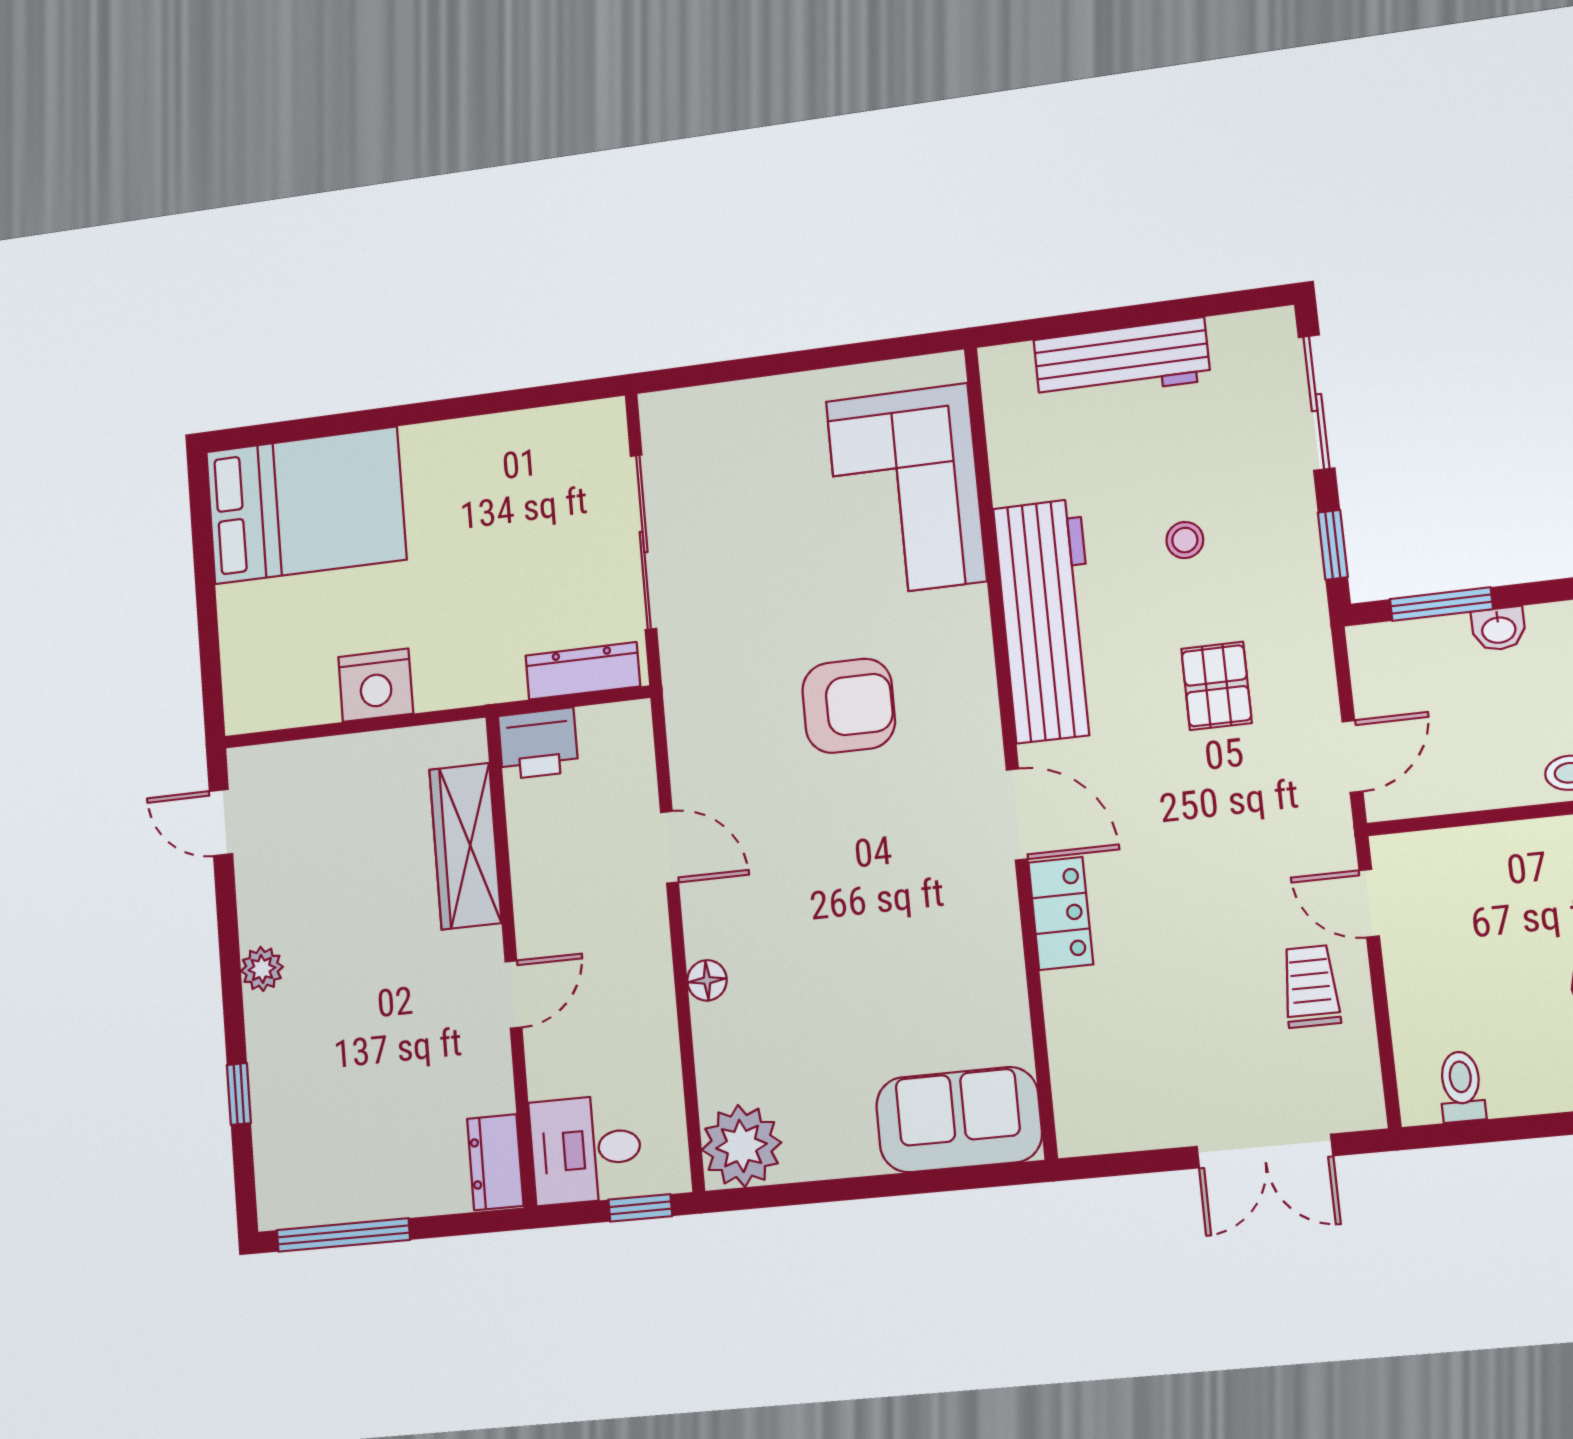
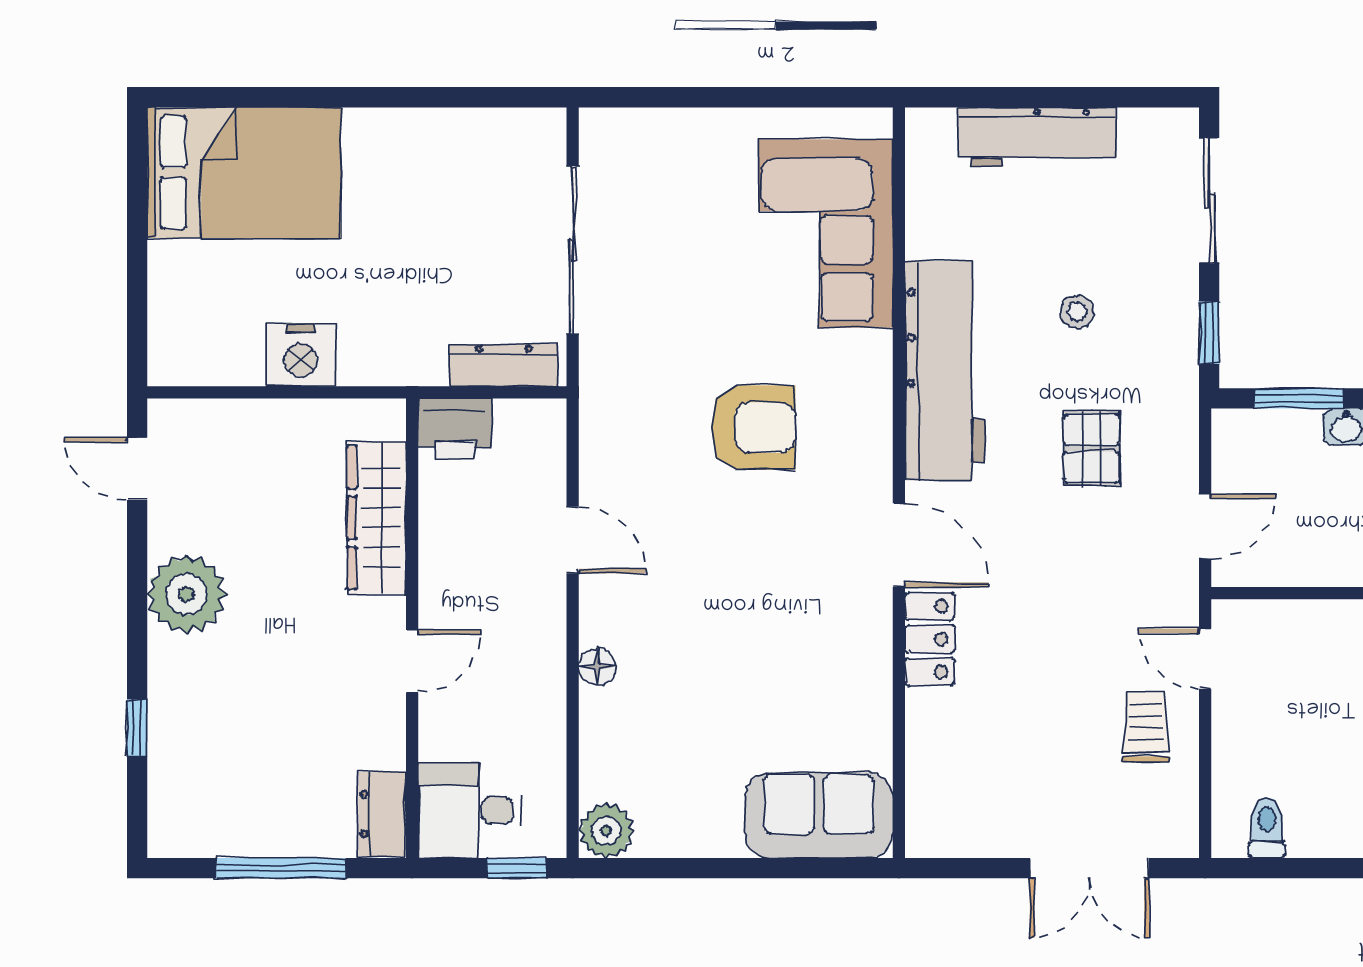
plant: (262, 969) -> (187, 594), width x1.87, depth x1.87
plant: (741, 1146) -> (606, 831), width x0.73, depth x0.73
window: (343, 1235) -> (281, 868), moved

